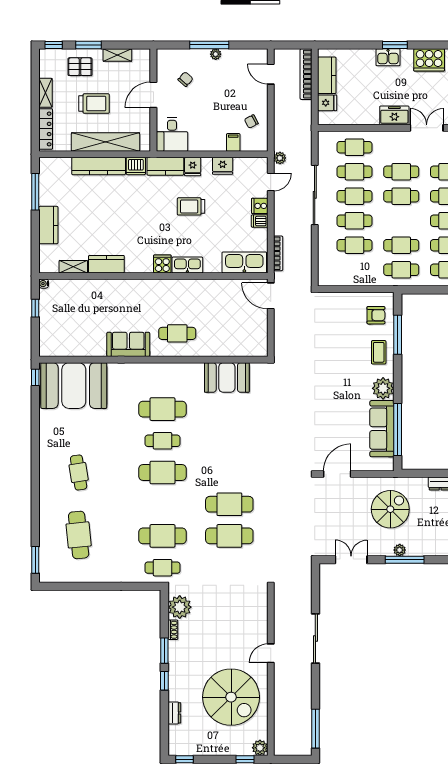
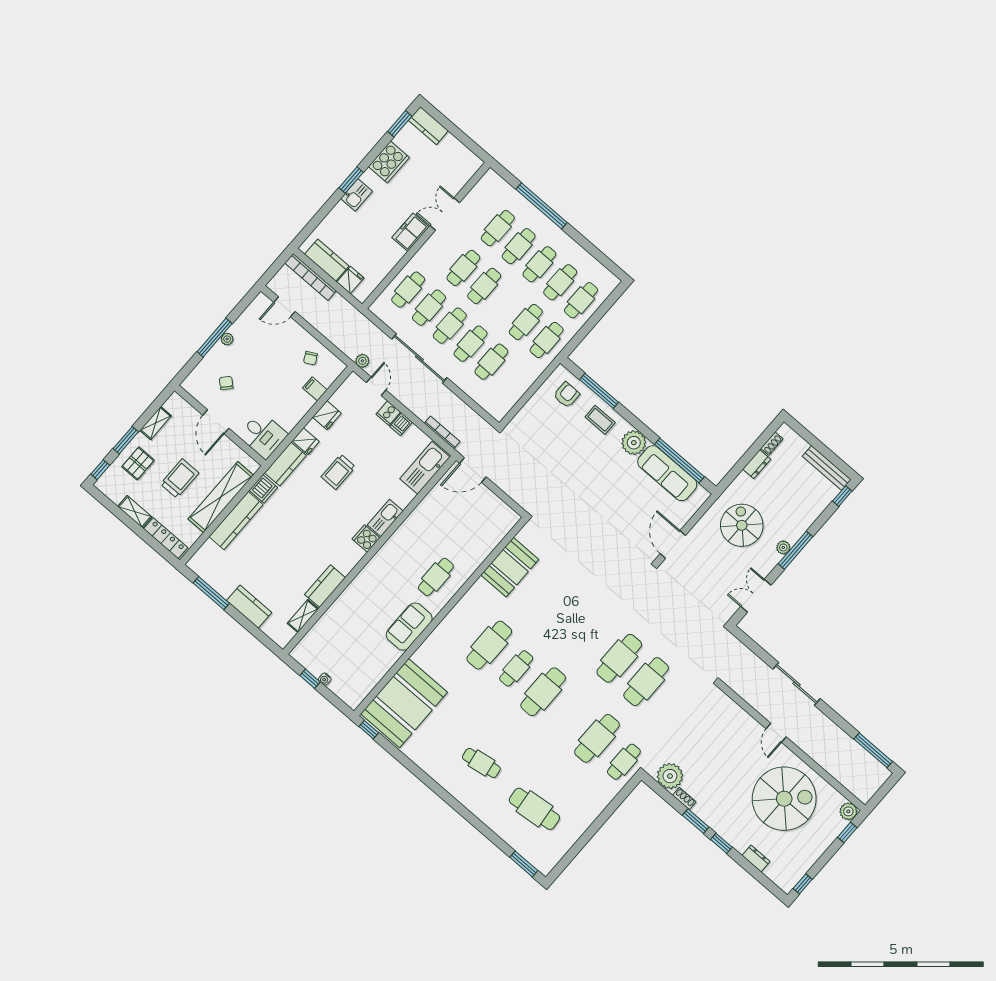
water cooler: (44, 284) -> (325, 679), moved

